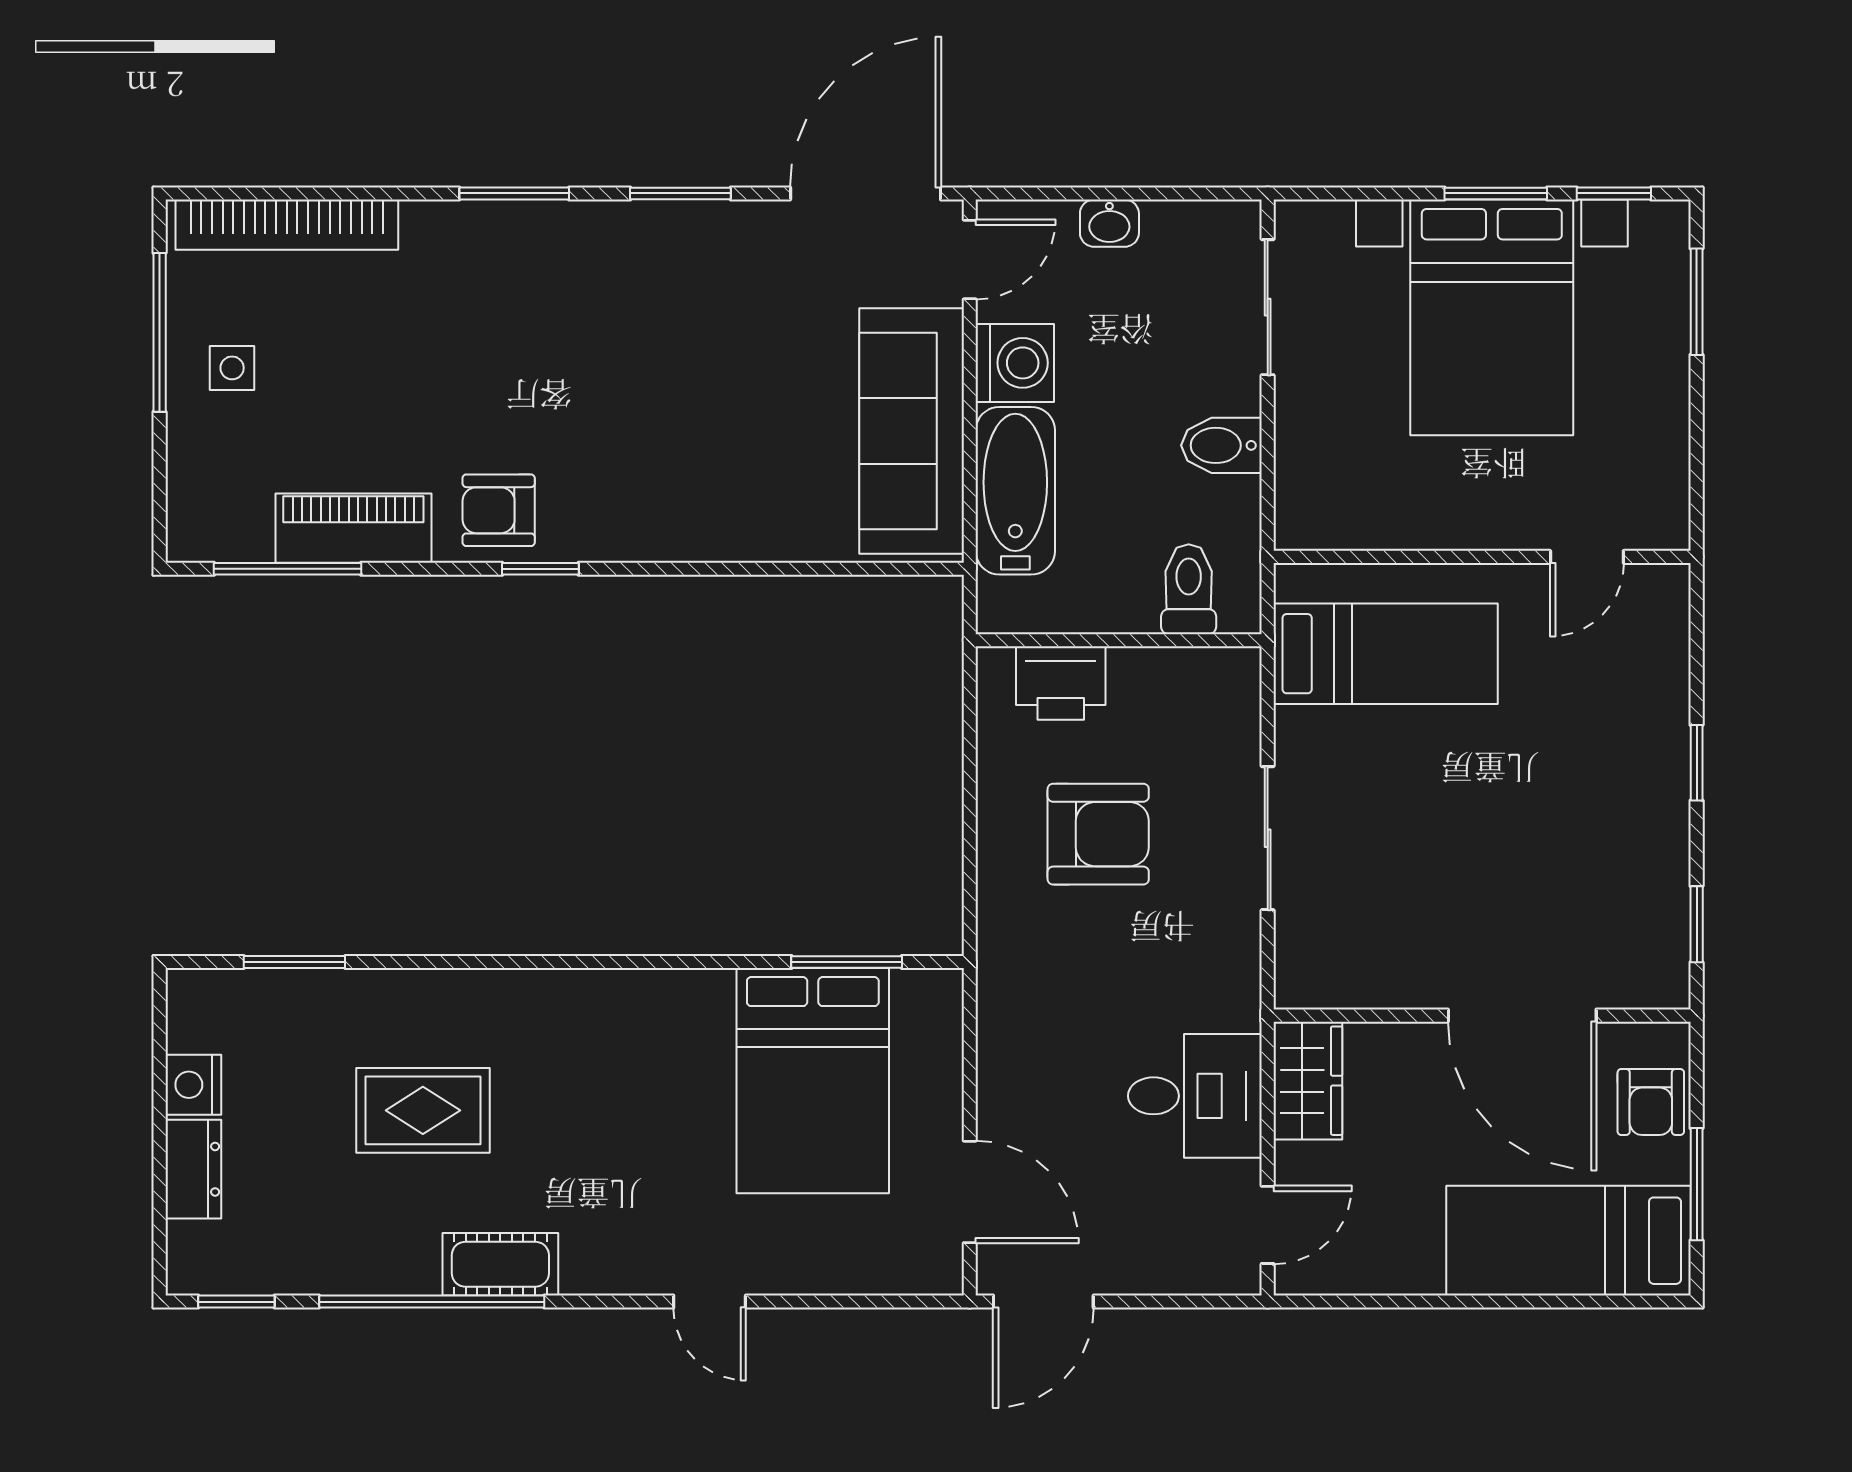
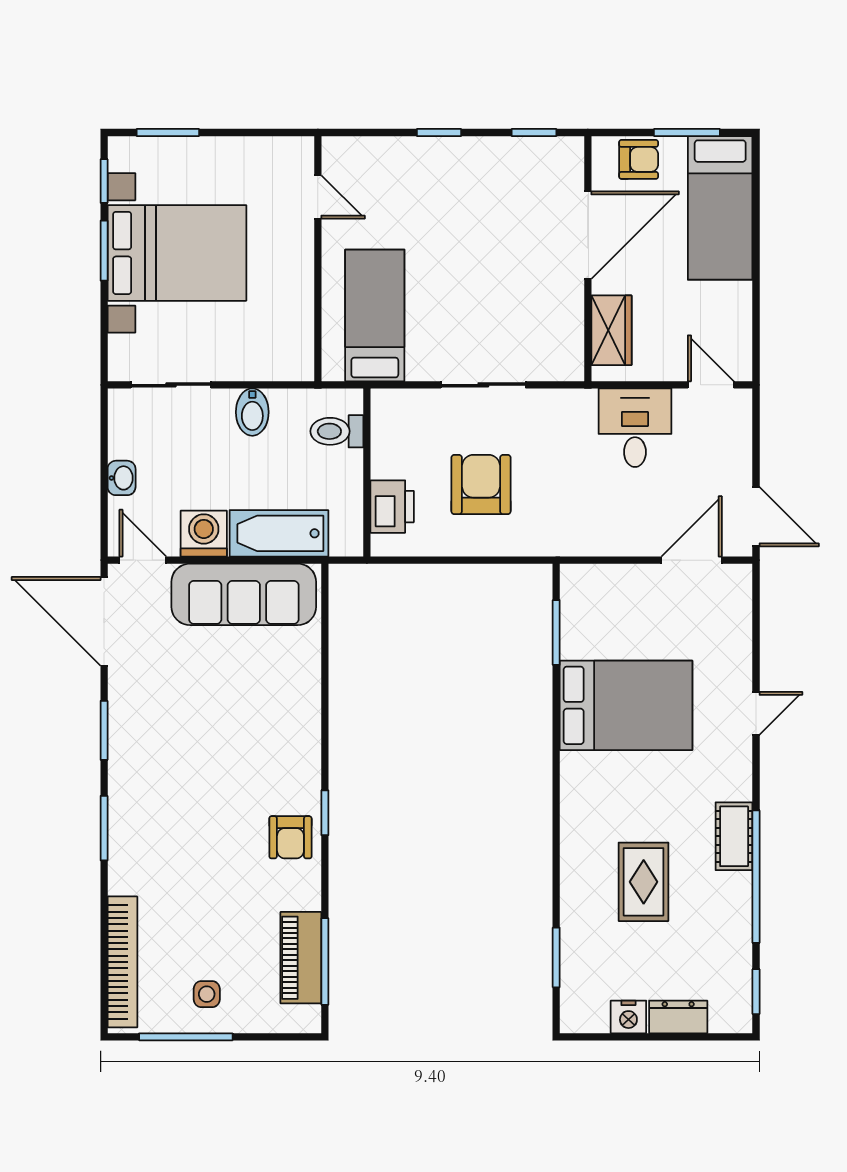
piano: (353, 528) -> (301, 958), moved
bed: (813, 1081) -> (626, 705), moved
wardrobe: (1308, 1081) -> (611, 330), moved, turned 90

